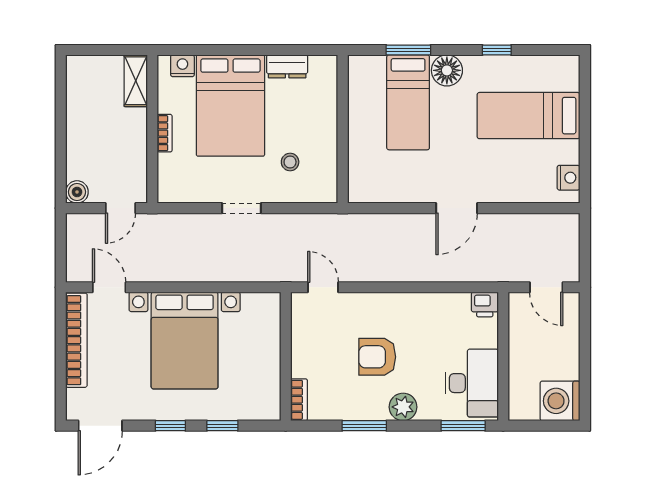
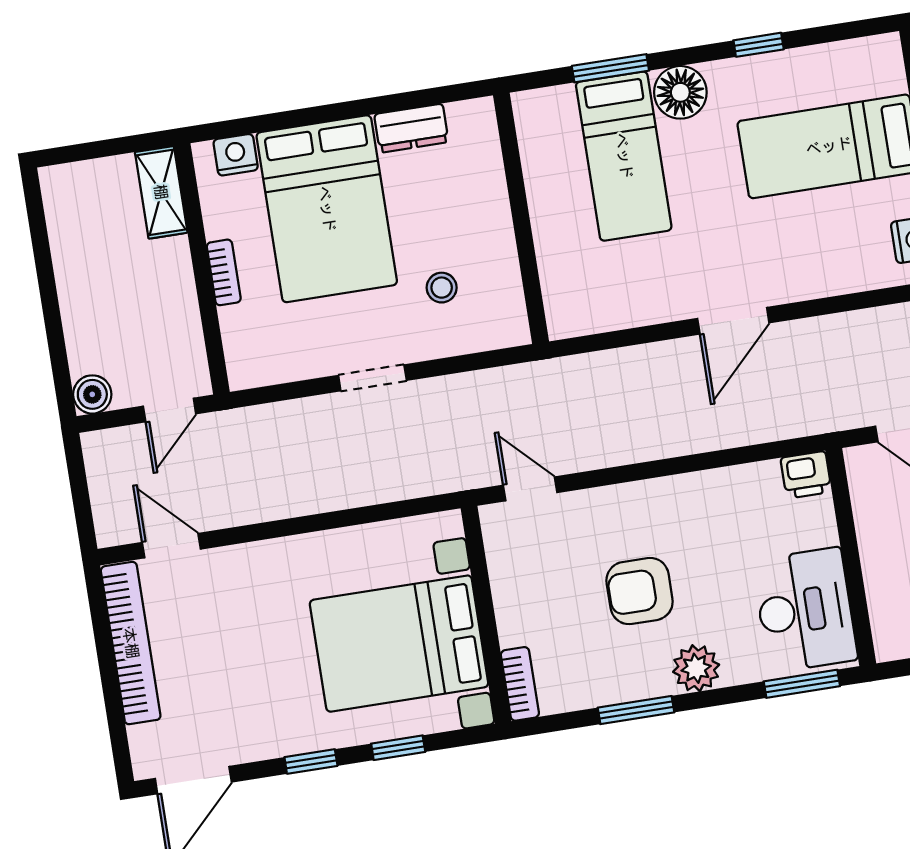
bed with nightstands: (185, 341) -> (399, 644), moved, turned 90

